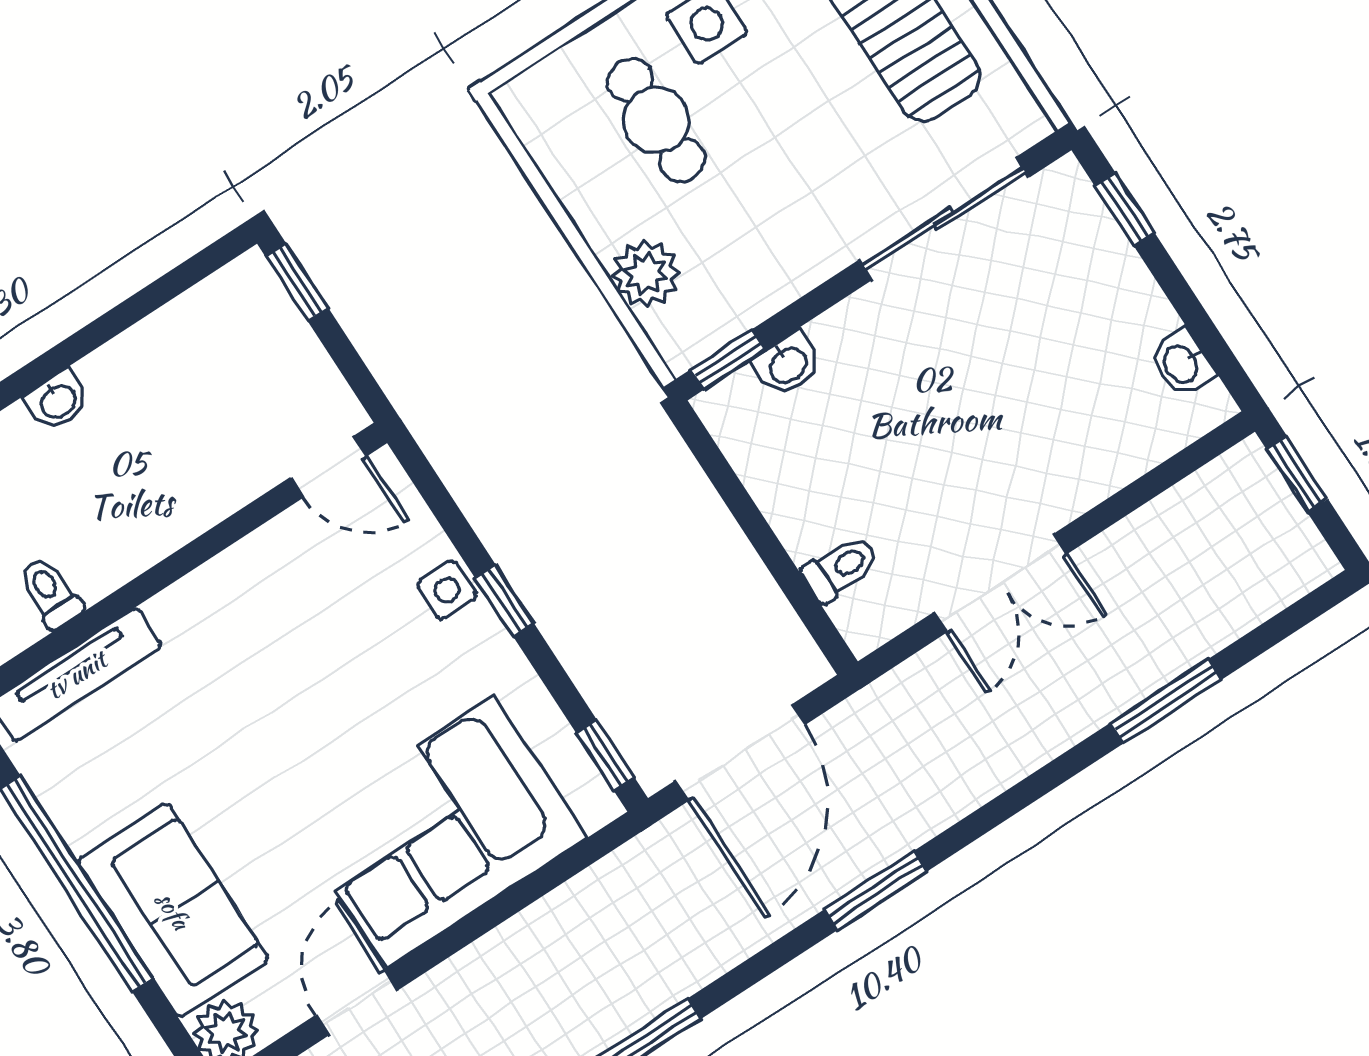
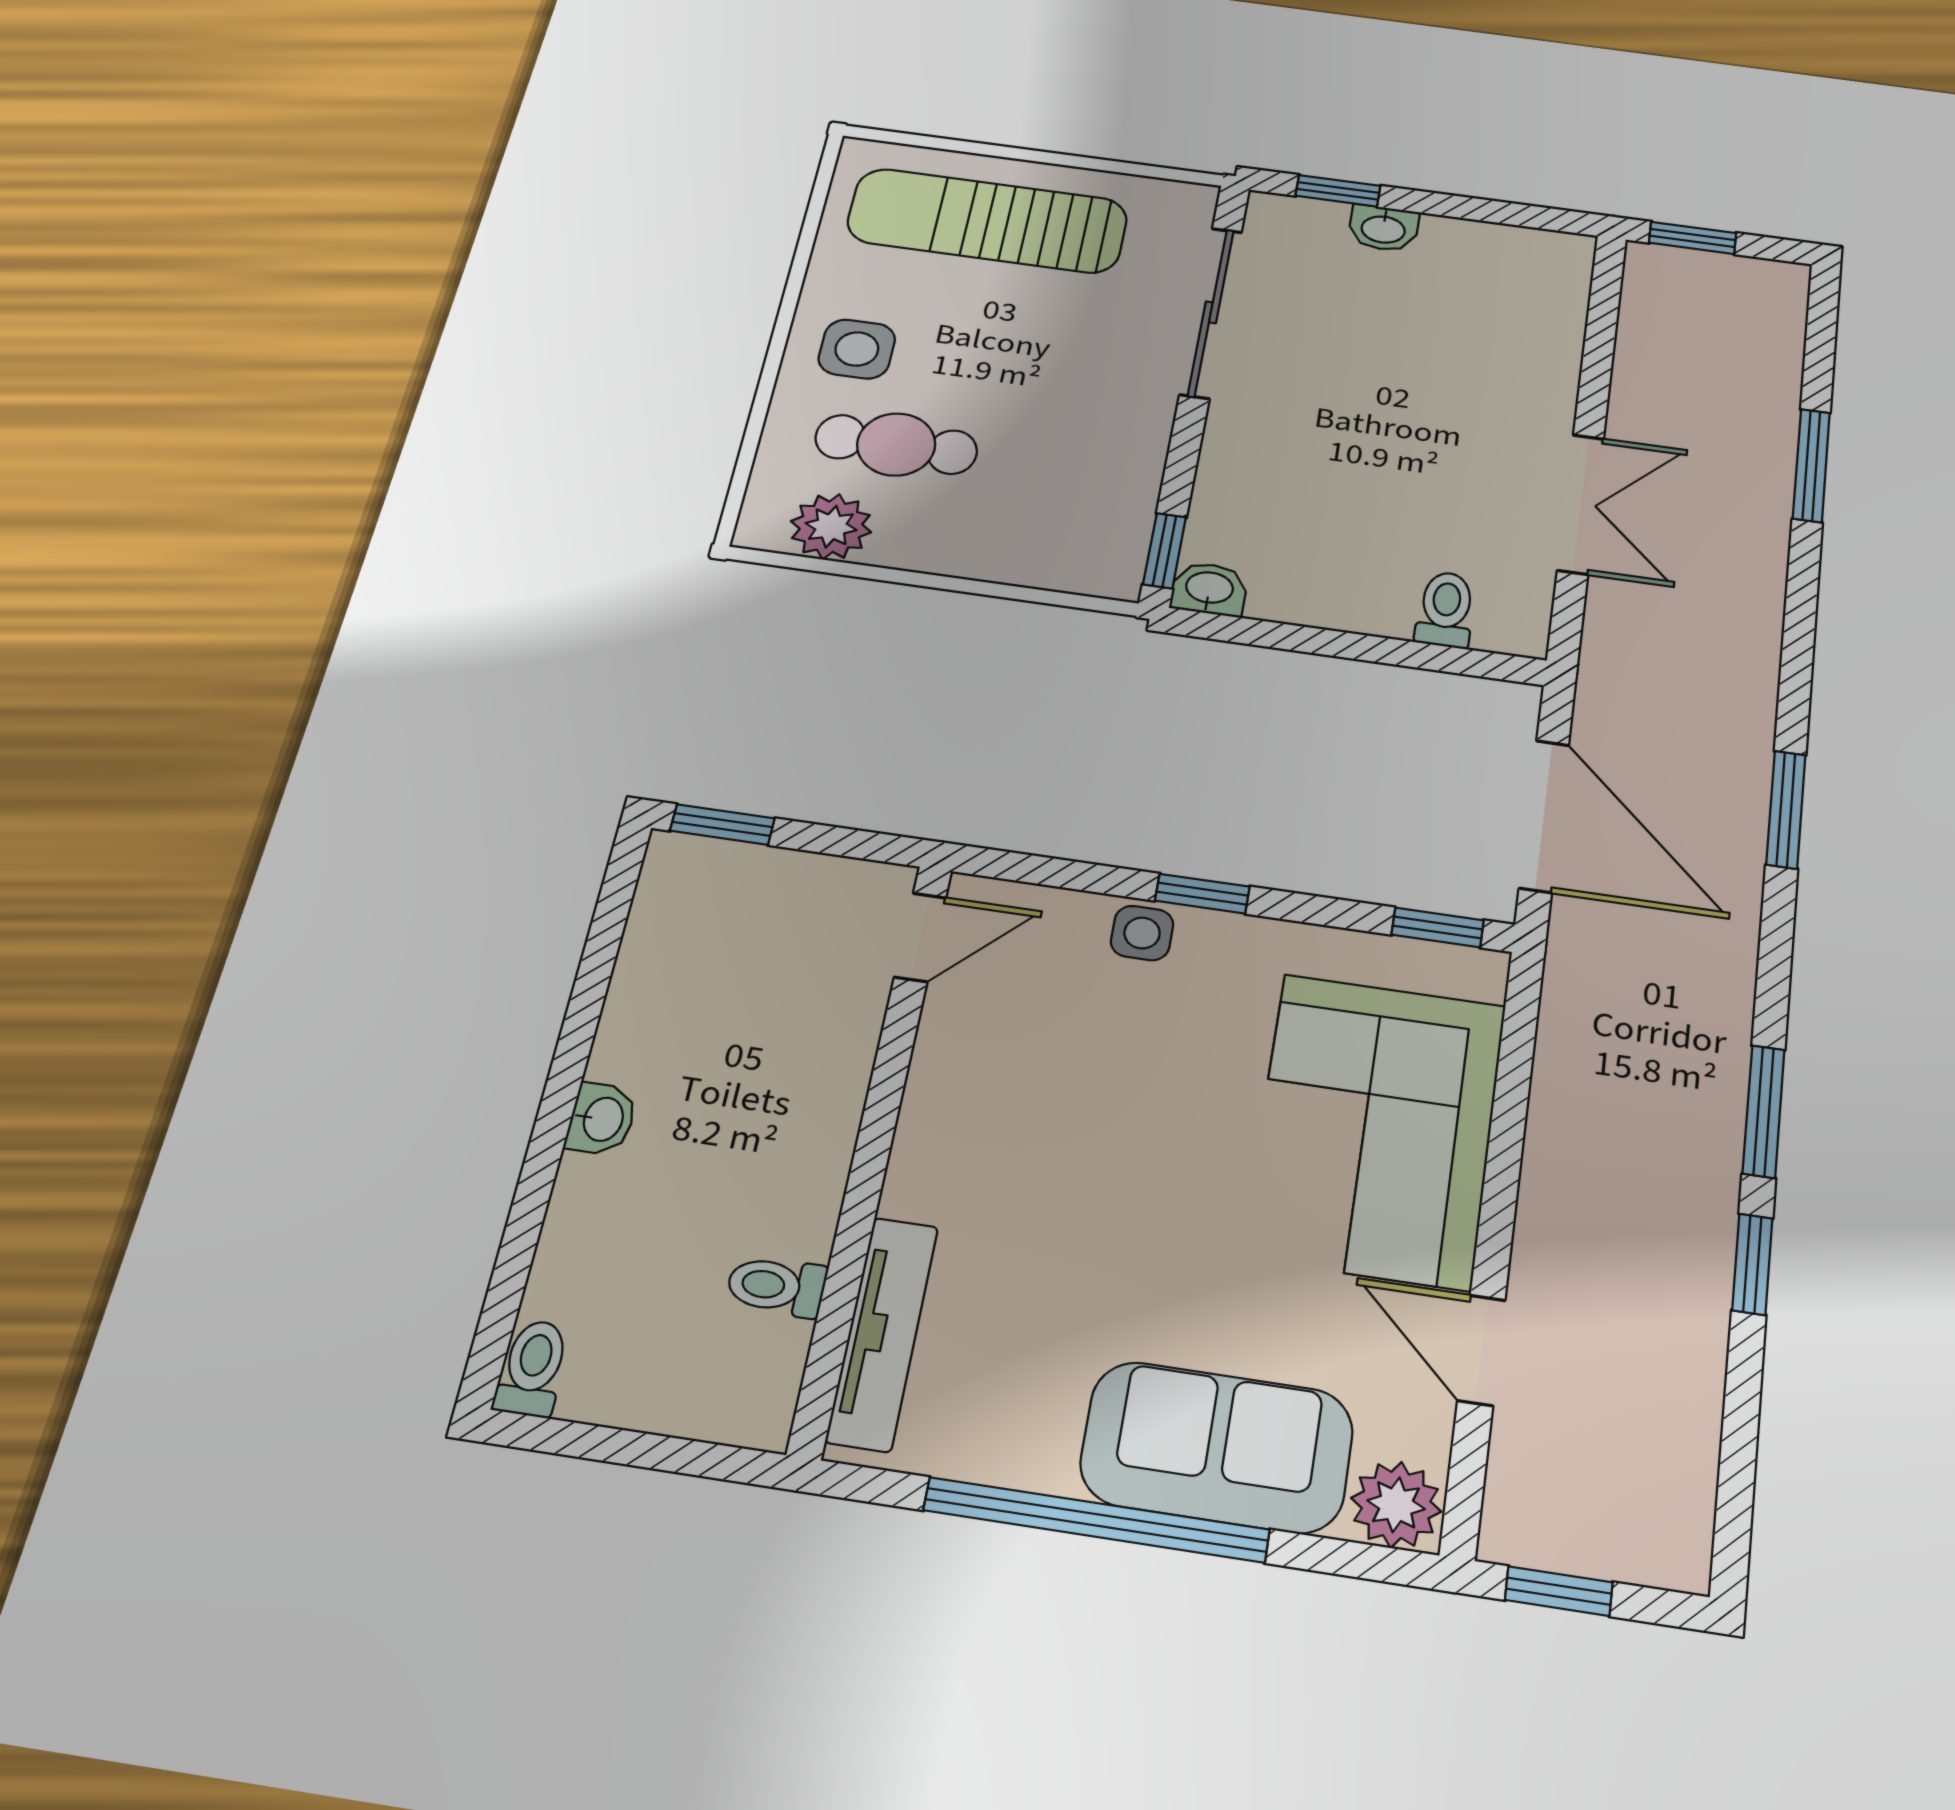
plant: (645, 274) -> (831, 527), moved
washbasin: (788, 364) -> (1209, 589), moved, turned -90
washbasin: (1182, 364) -> (1383, 228), moved

